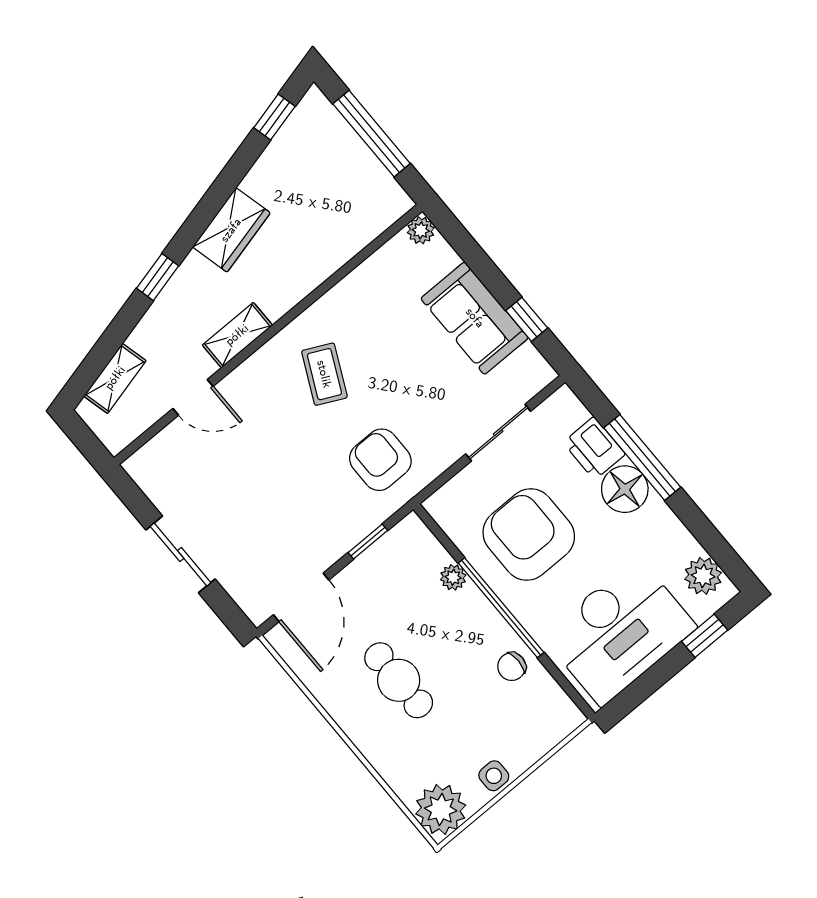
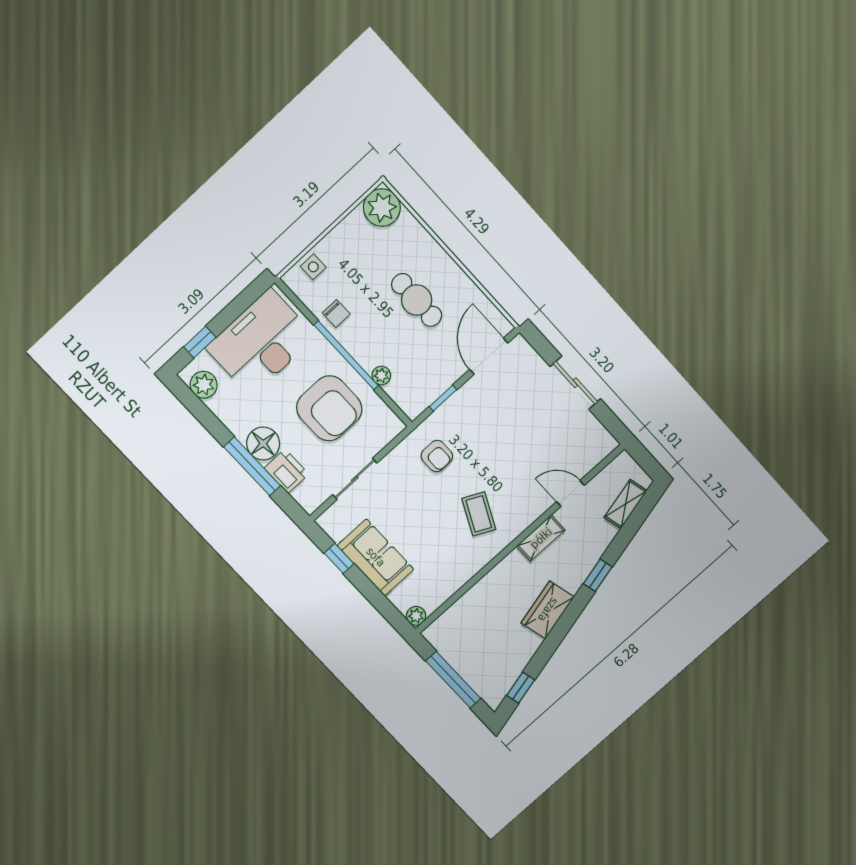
armchair: (380, 460) -> (437, 456), width x0.72, depth x0.72
chair: (512, 667) -> (336, 314), turned 90
side table: (494, 776) -> (313, 267), moved

